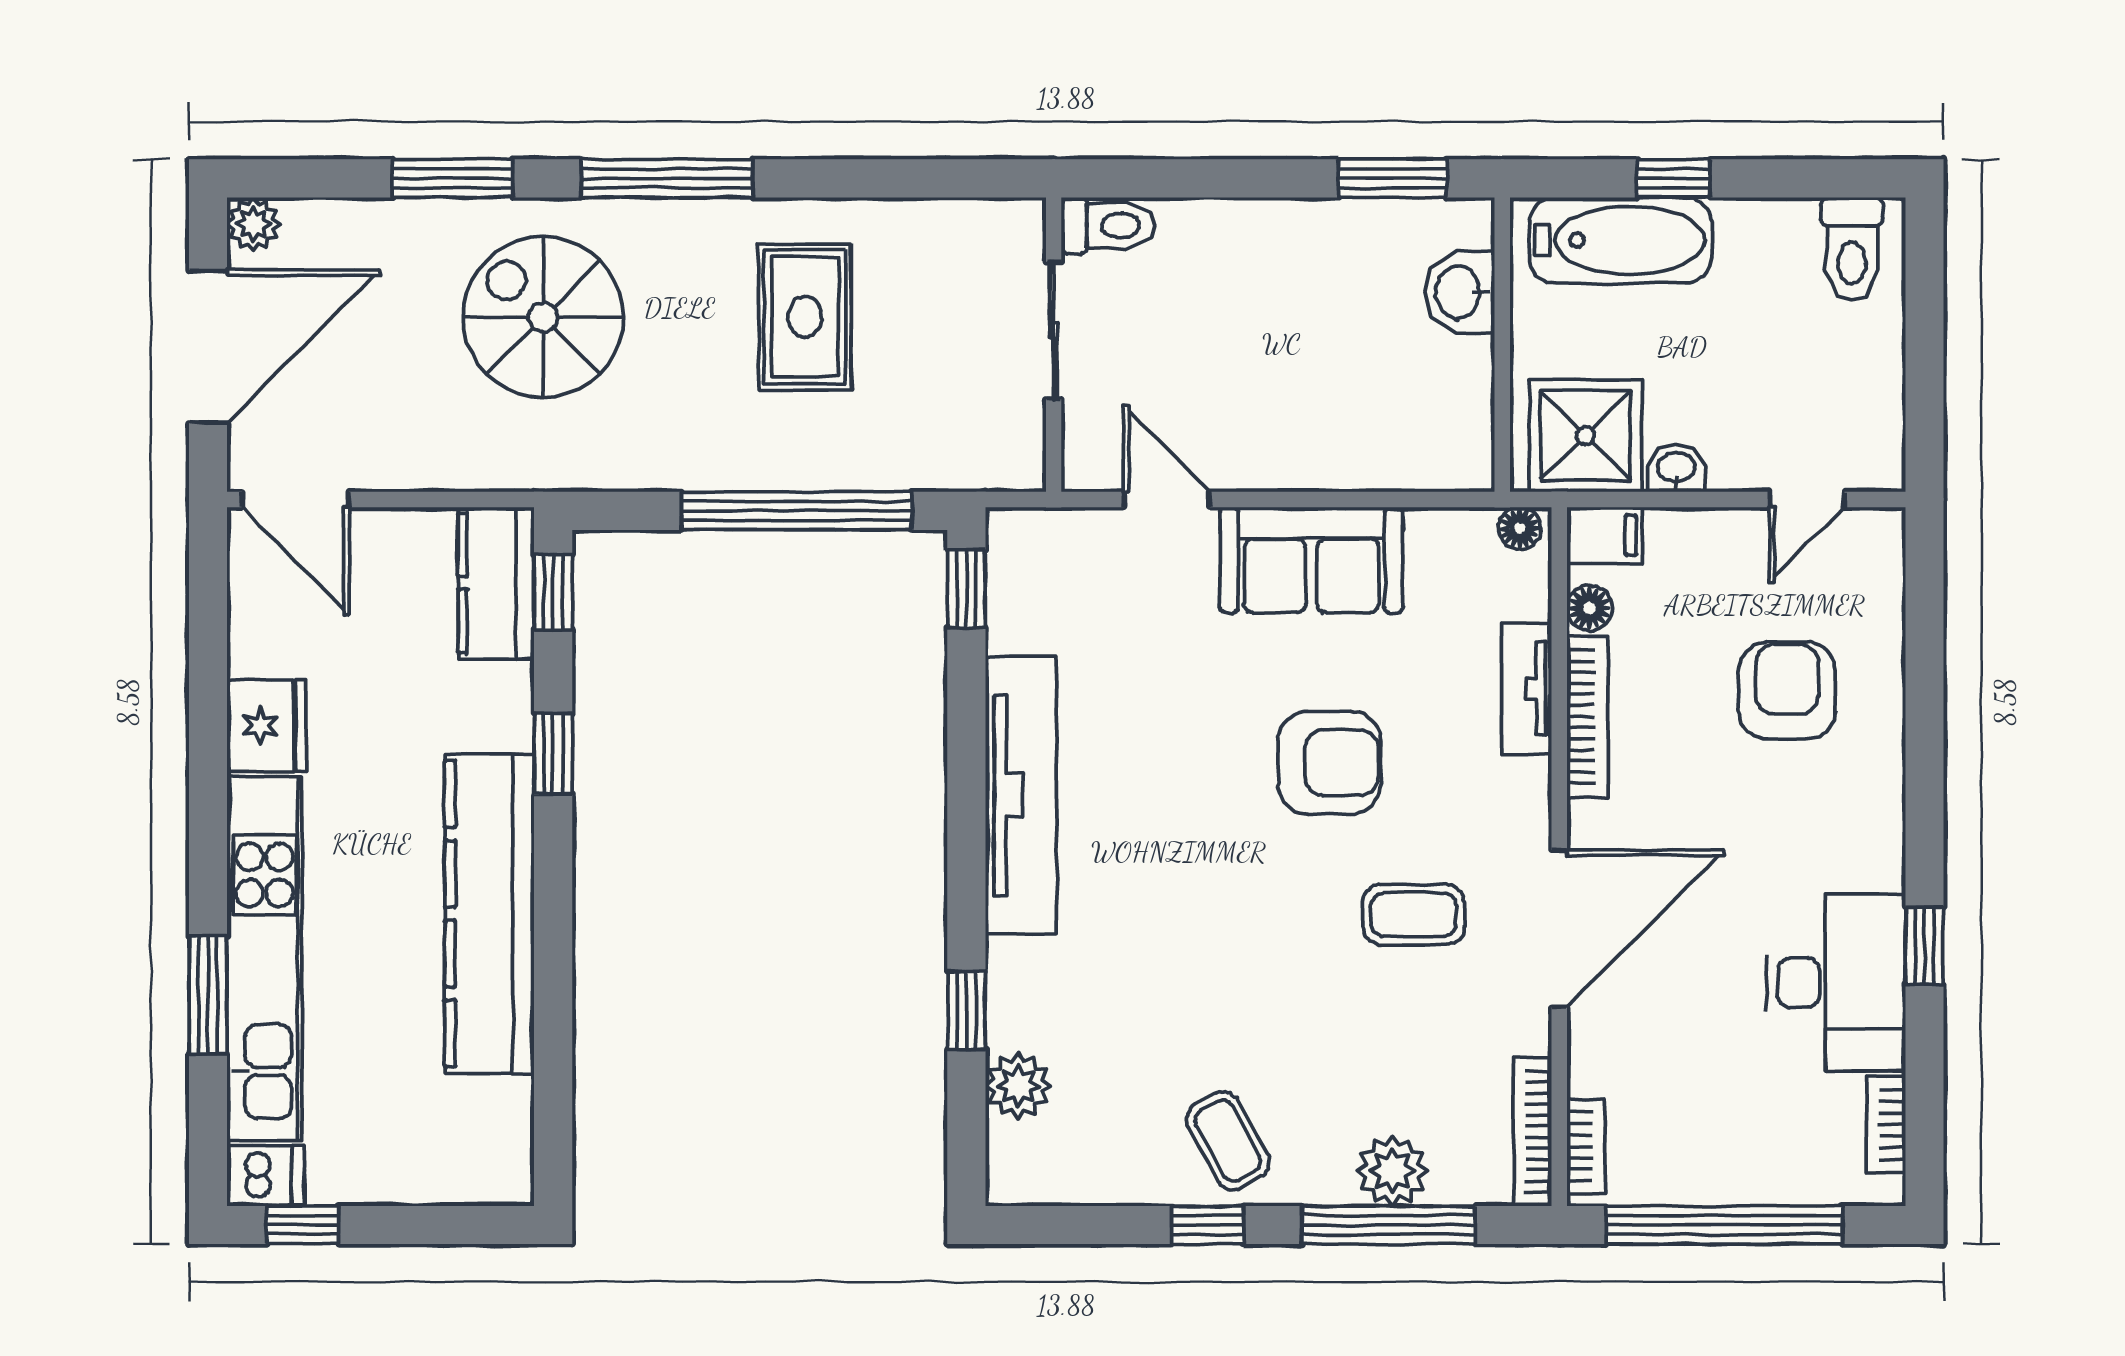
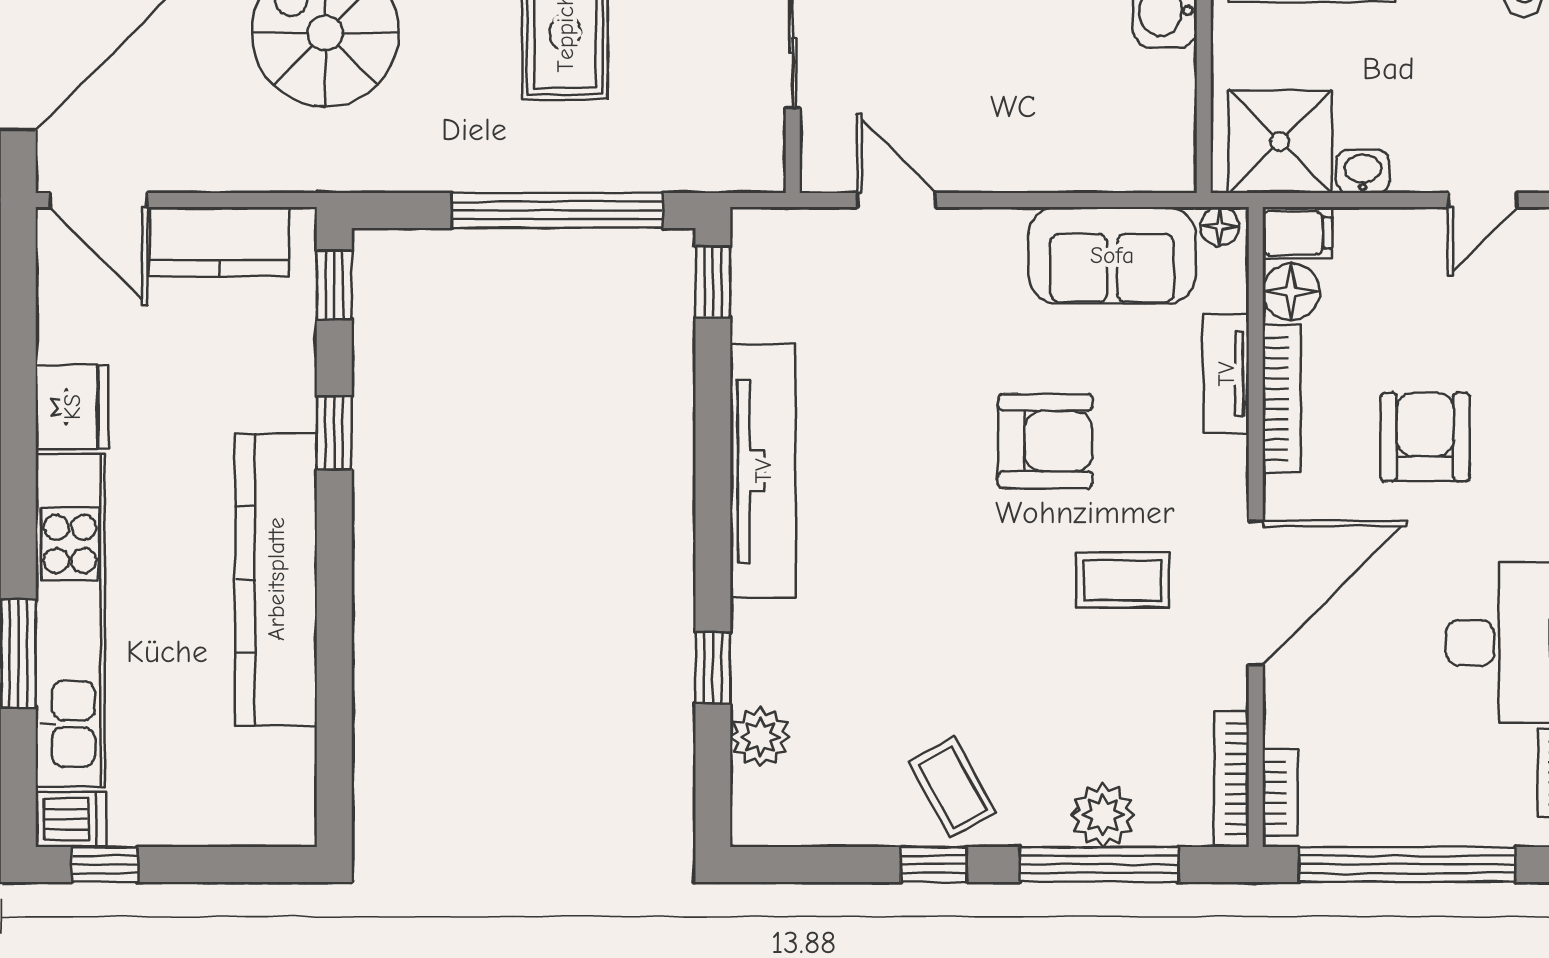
sofa: (1311, 560) -> (1112, 255), moved
kitchen counter: (496, 583) -> (219, 242), moved, turned -90
floor lamp: (1589, 608) -> (1291, 292), width x1.37, depth x1.37
armchair: (1787, 691) -> (1425, 437), moved

